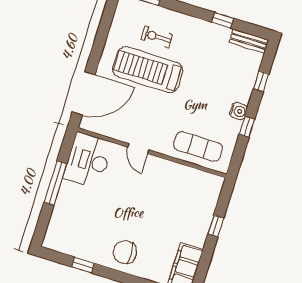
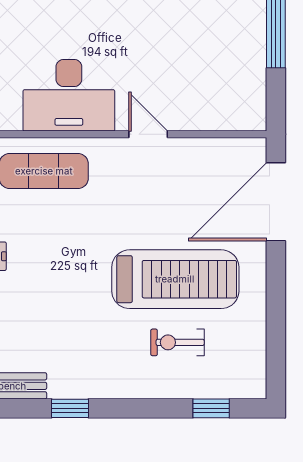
exercise bike: (157, 37) -> (177, 342), turned 180
desk: (88, 160) -> (69, 95), moved, turned 90

